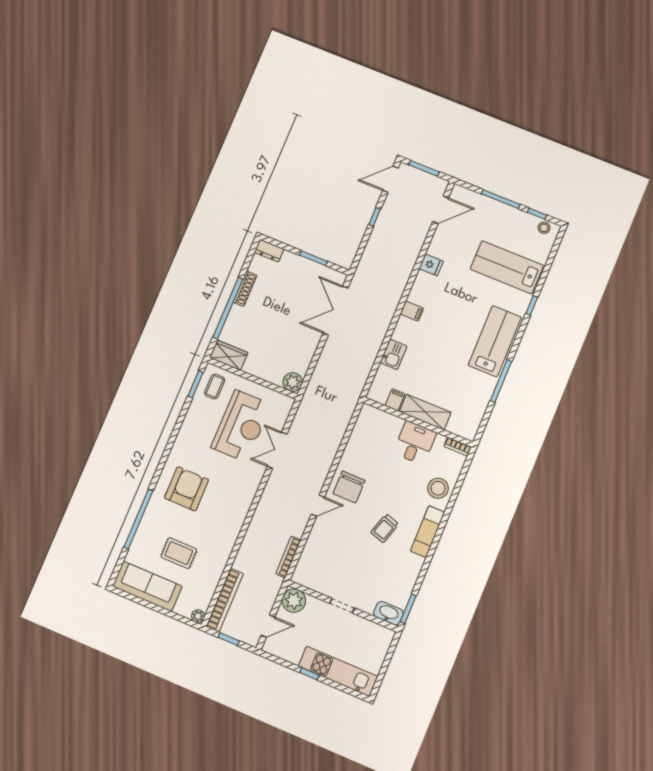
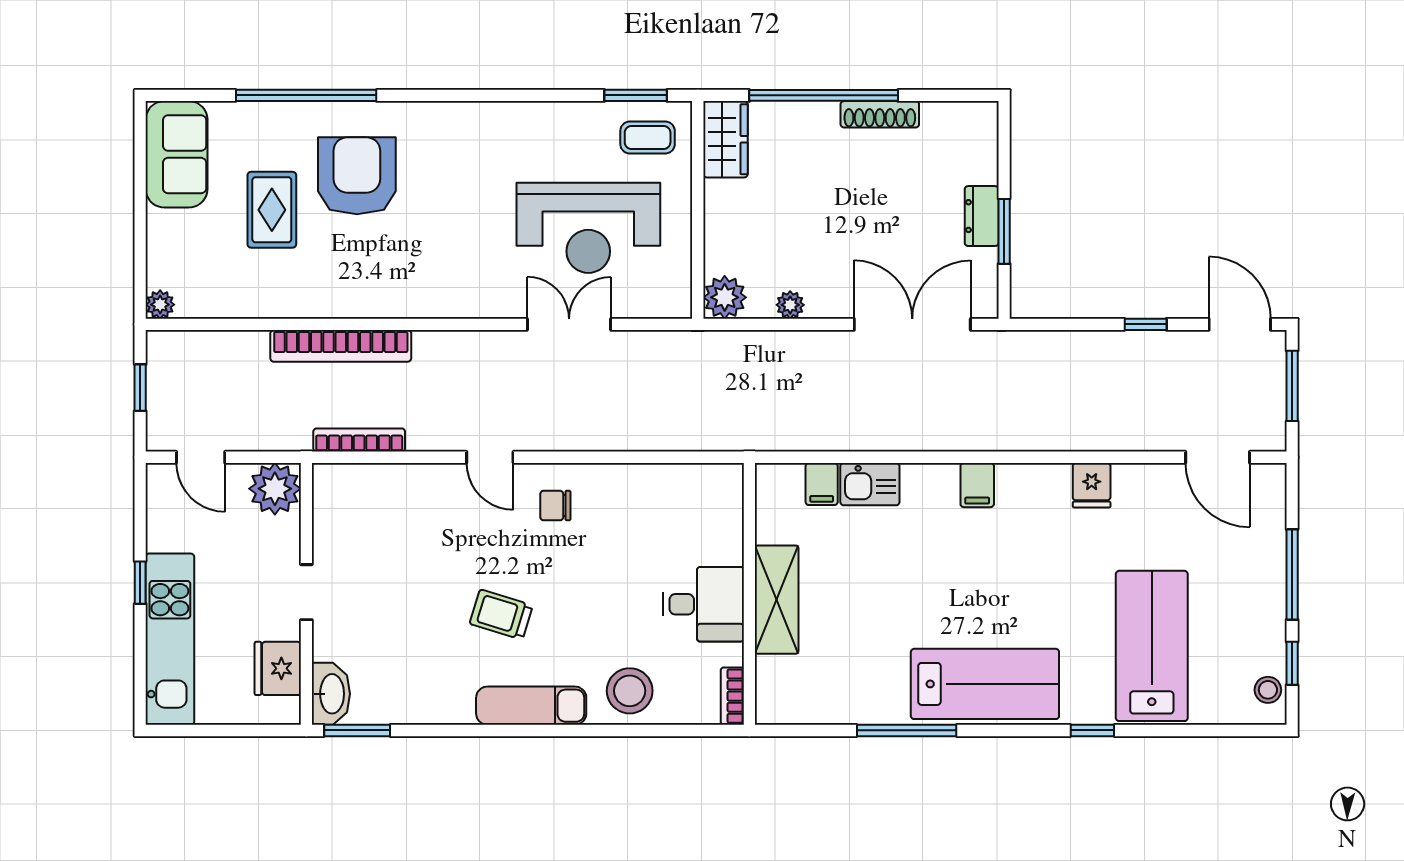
dresser: (269, 251) -> (982, 216), moved
plant: (307, 357) -> (790, 305), added
filing cabinet: (395, 400) -> (822, 484), moved, turned 90
chair: (349, 487) -> (555, 506), width x0.54, depth x0.54
armchair: (187, 489) -> (357, 176), moved, turned -90
sofa: (147, 586) -> (177, 154), width x0.73
bookcase: (225, 600) -> (341, 346), moved
fridge: (369, 631) -> (278, 668), added

